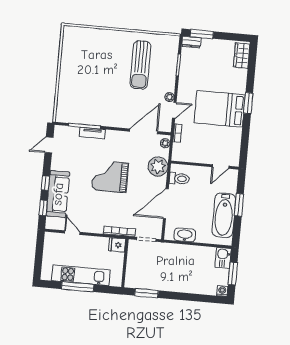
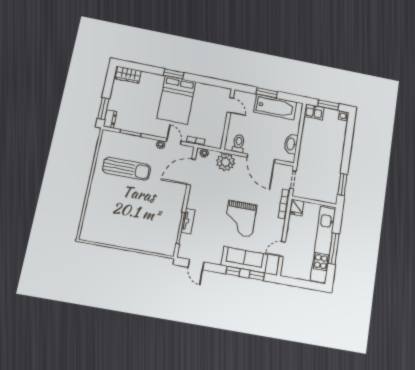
door: (144, 131) -> (191, 172), hinge flipped
grand piano: (110, 176) -> (240, 219), moved
kitchen unit: (81, 275) -> (323, 244), width x1.36

